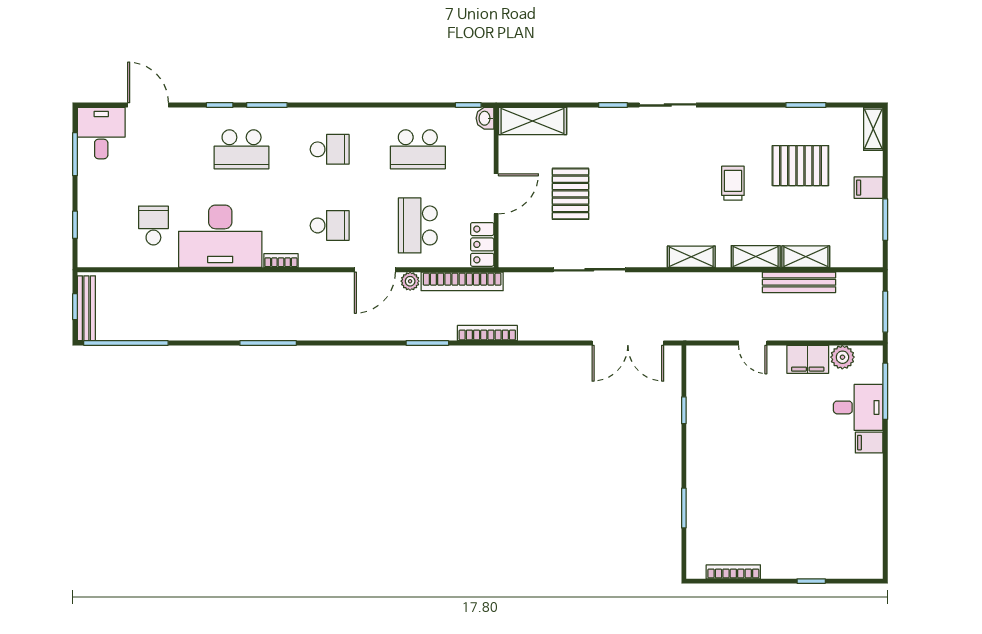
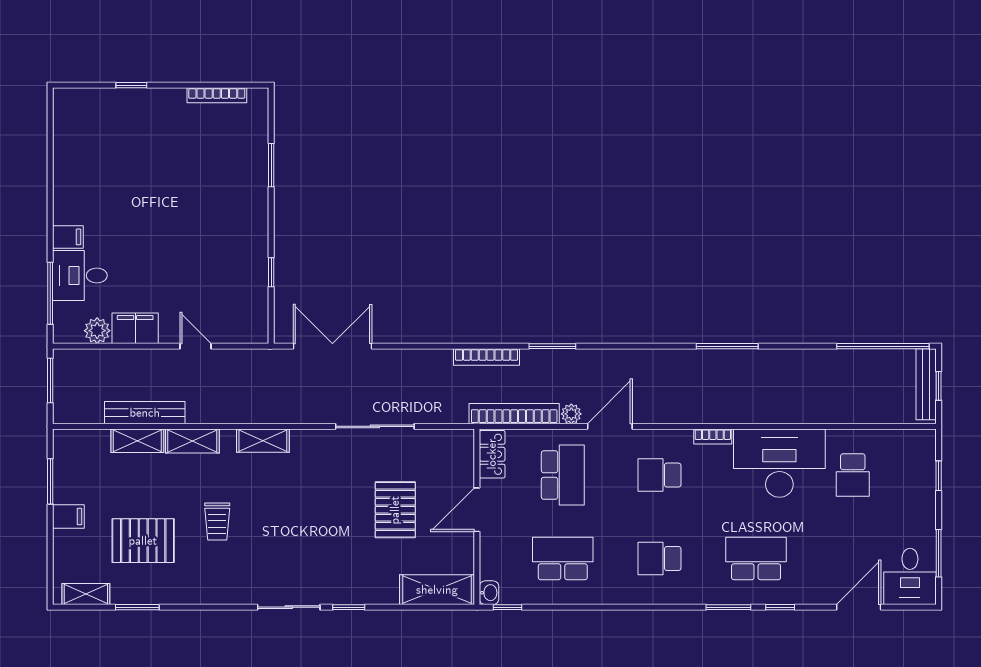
door: (148, 105) -> (859, 607), swing flipped
shelving: (873, 129) -> (86, 594), moved, turned 90

